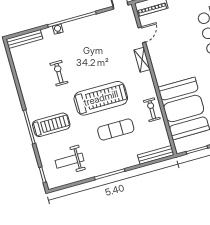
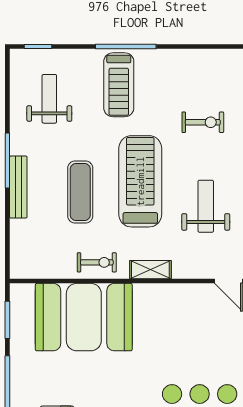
weight bench: (104, 59) -> (206, 206), added
shelving: (142, 60) -> (150, 270), moved
treadmill: (101, 98) -> (140, 181), turned 180
bench: (156, 155) -> (18, 187), moved

